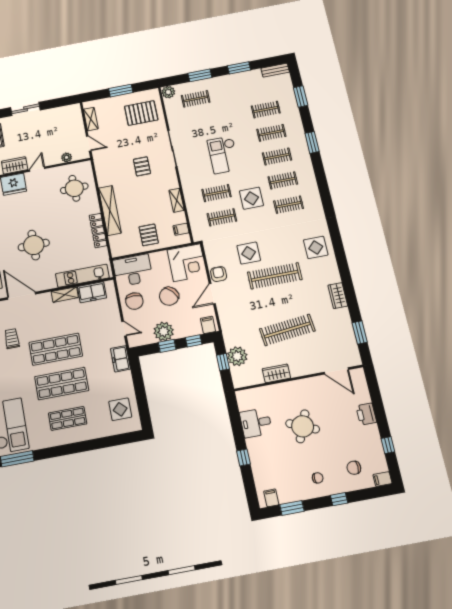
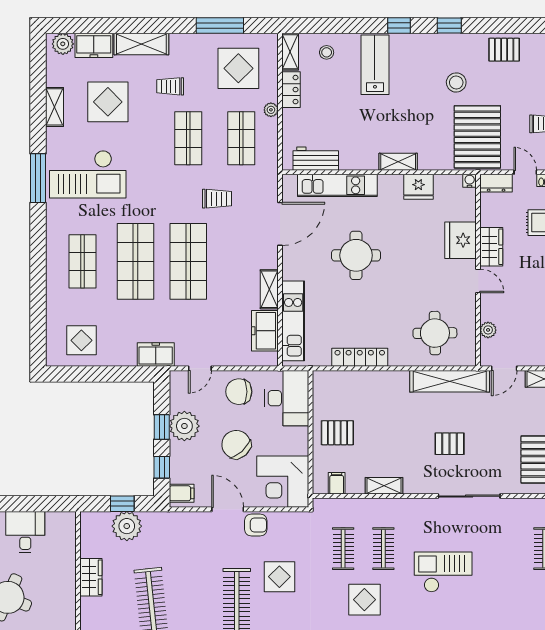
shelving: (110, 210) -> (450, 381), moved

